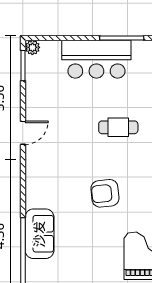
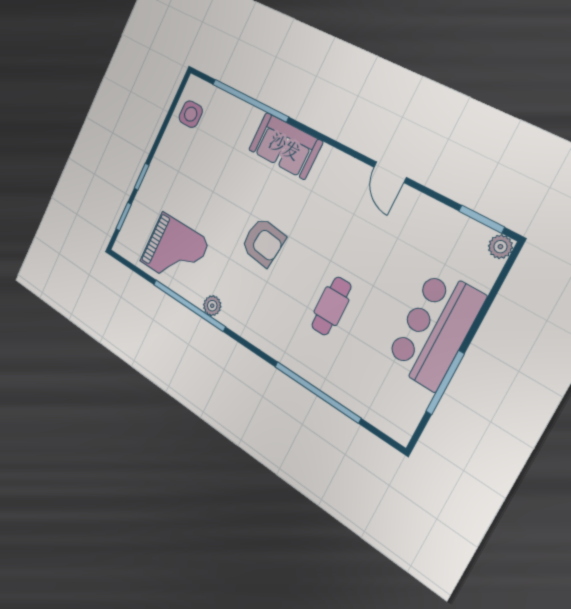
armchair: (105, 193) -> (263, 242), turned 103
sofa: (39, 234) -> (285, 146), moved

